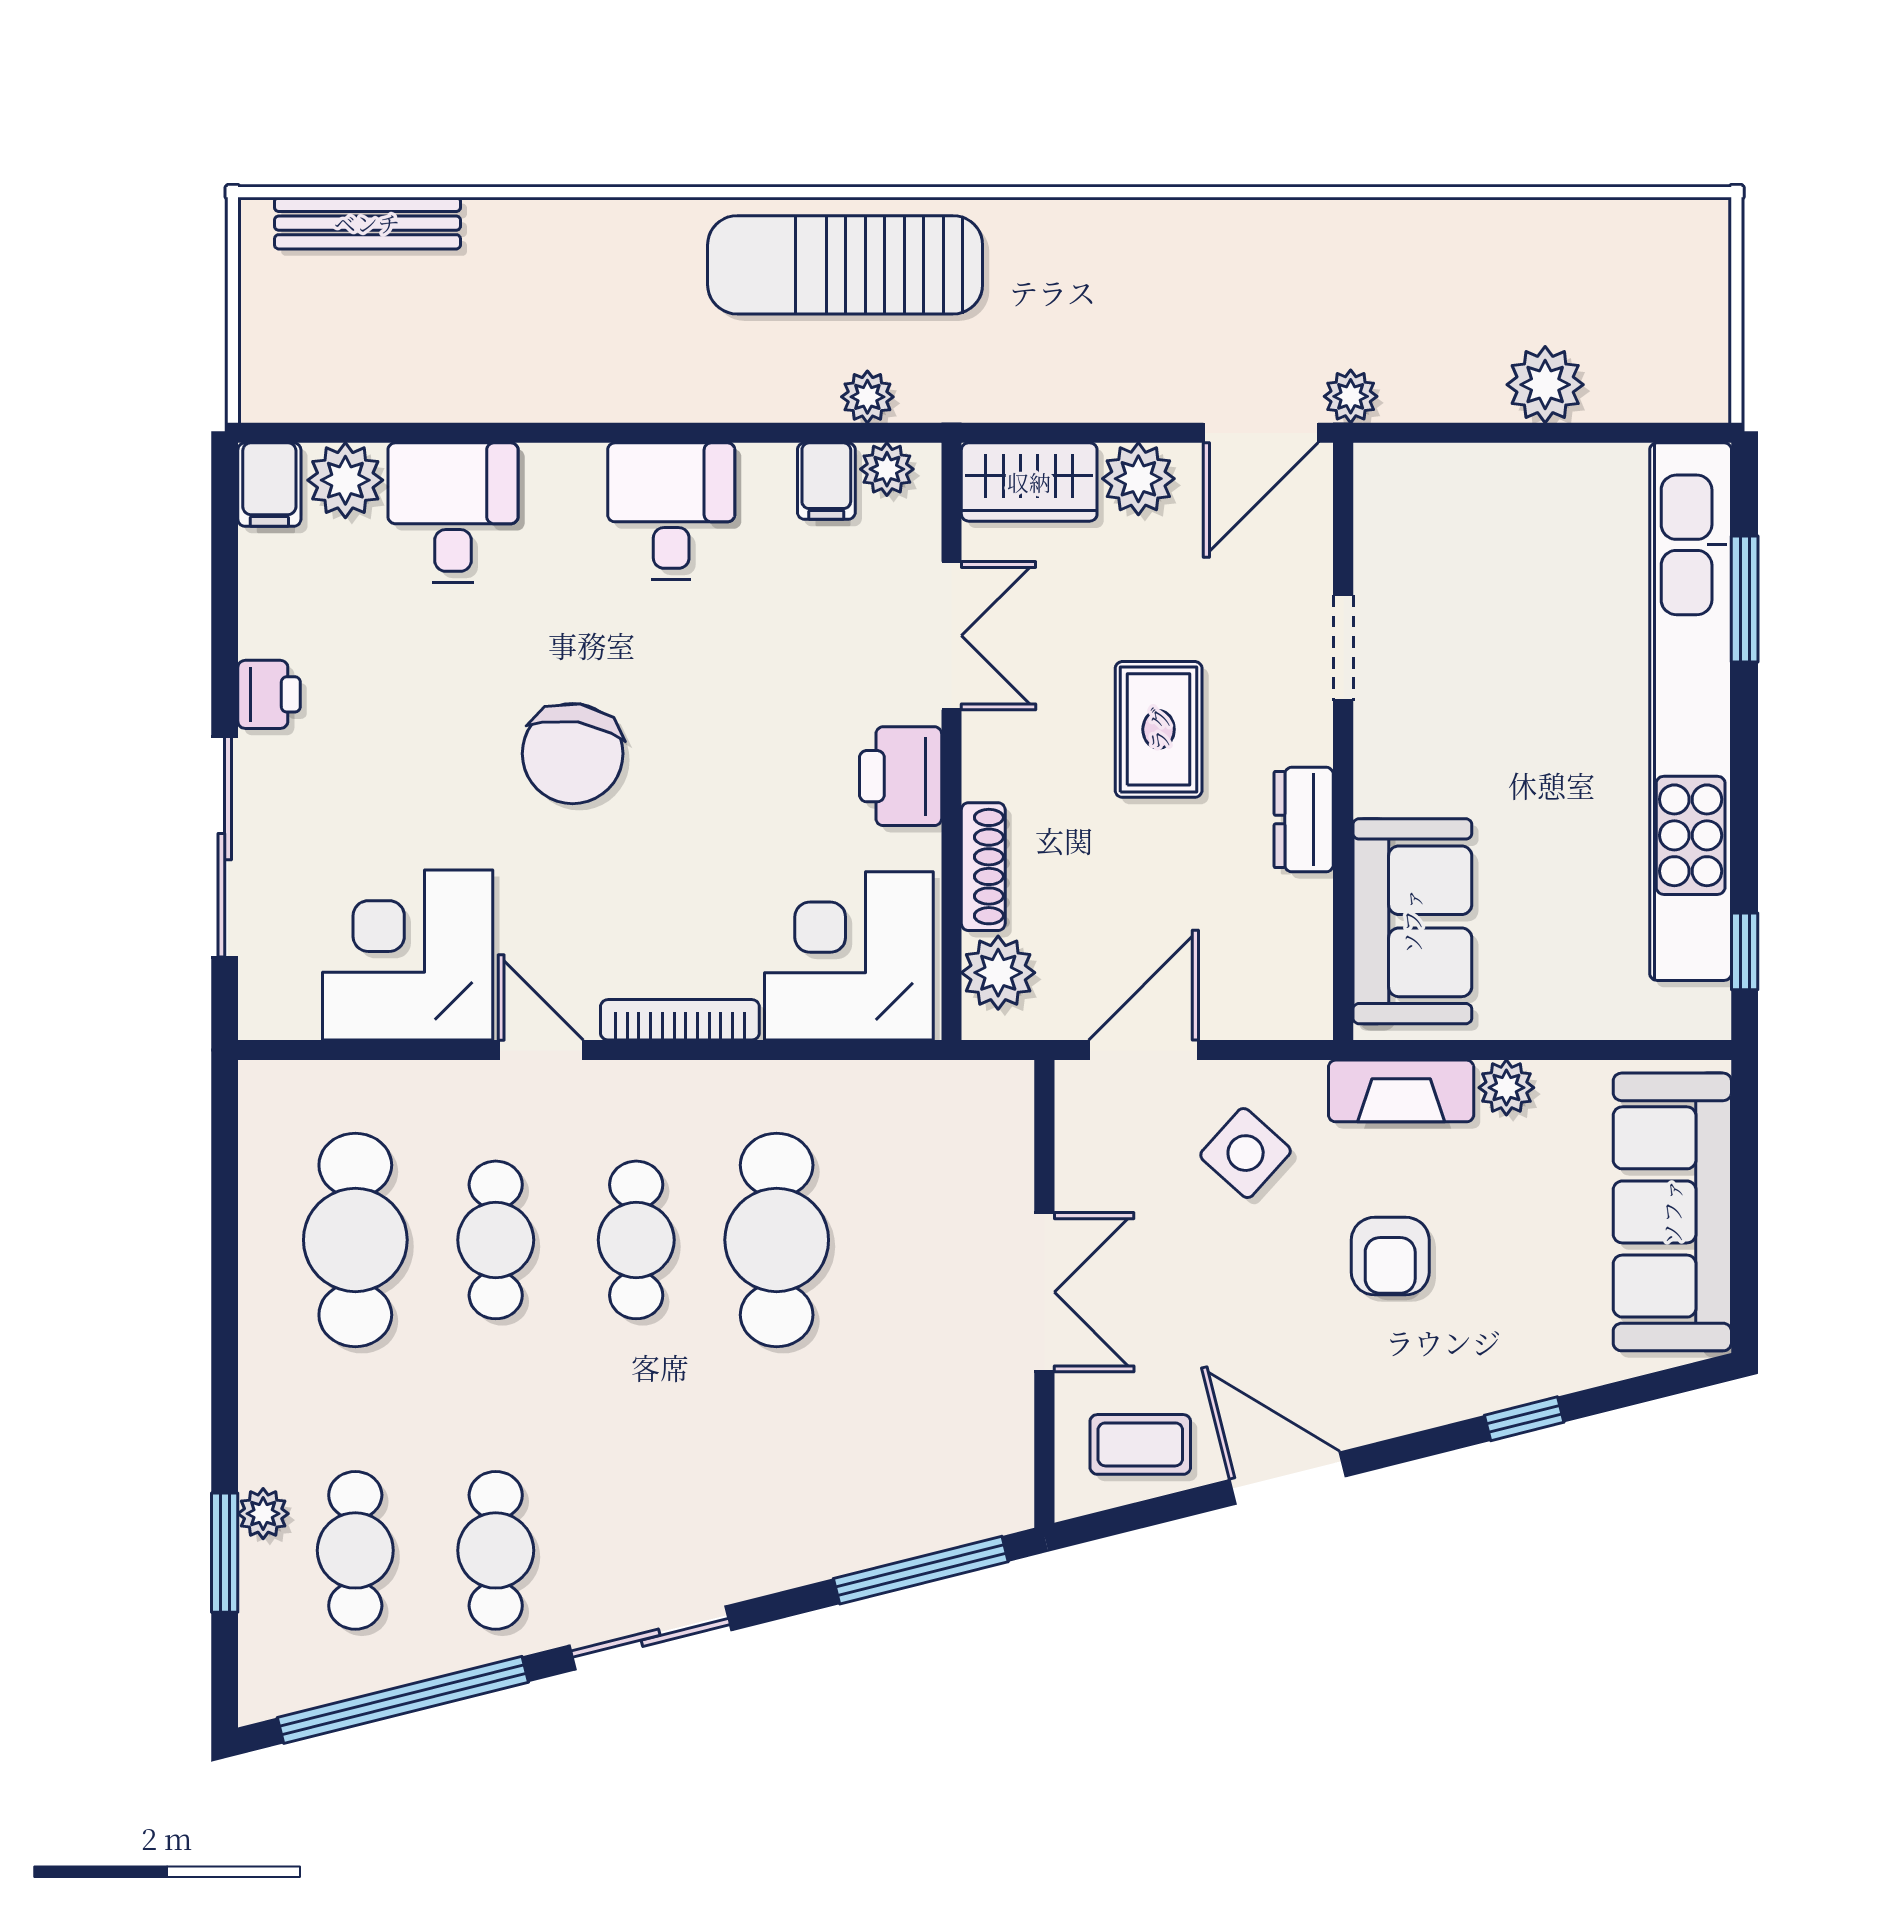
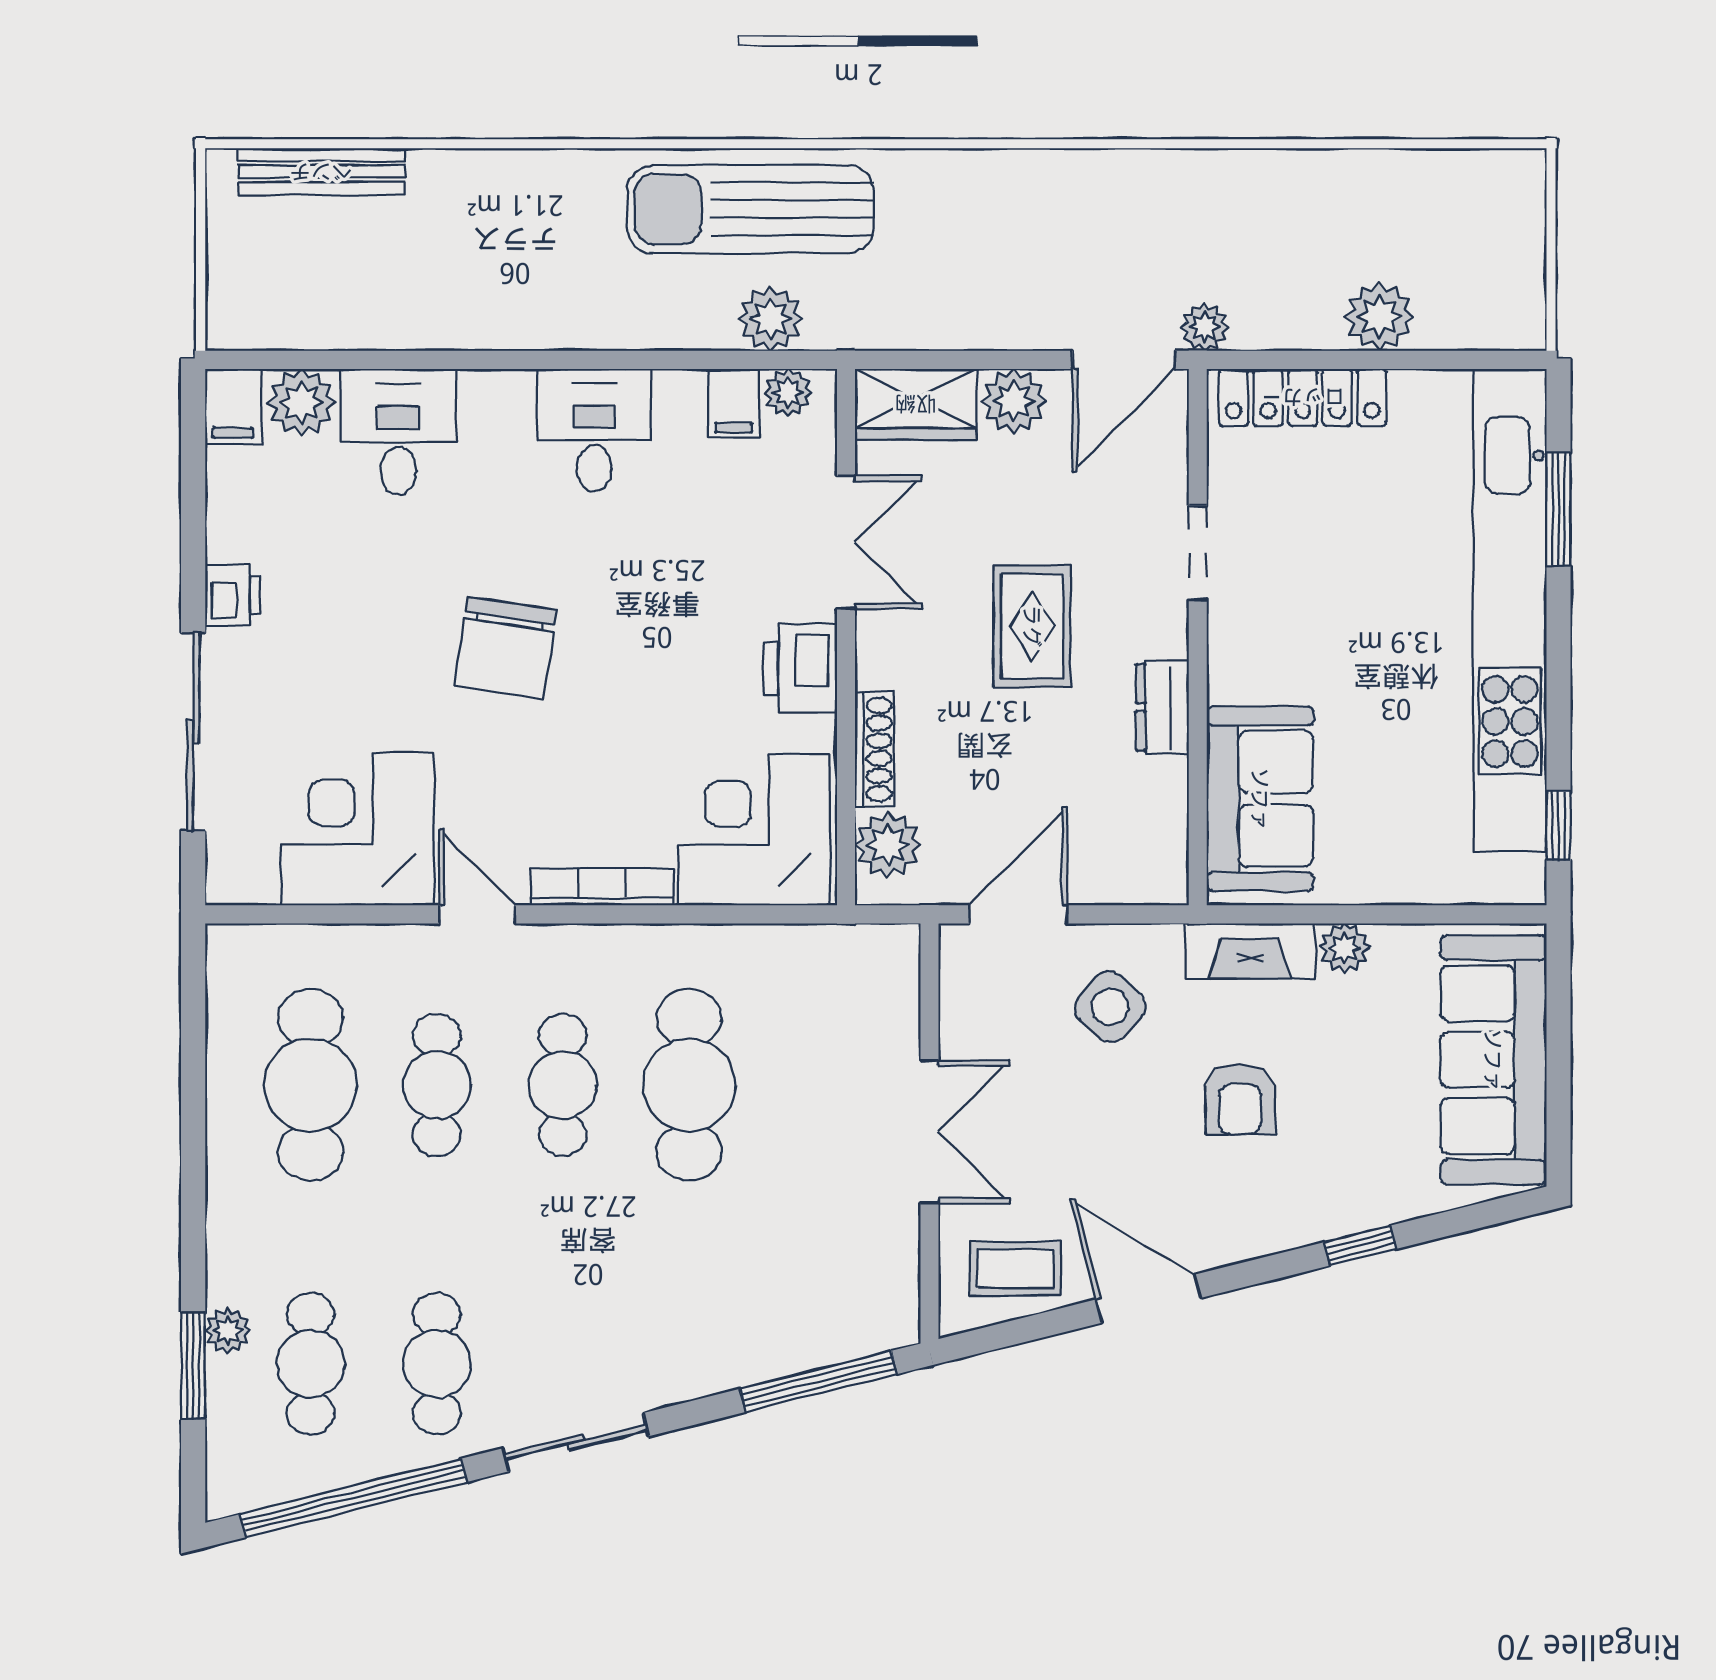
plant: (867, 397) -> (771, 319), width x1.38, depth x1.38
locker: (1460, 475) -> (1303, 397), added

